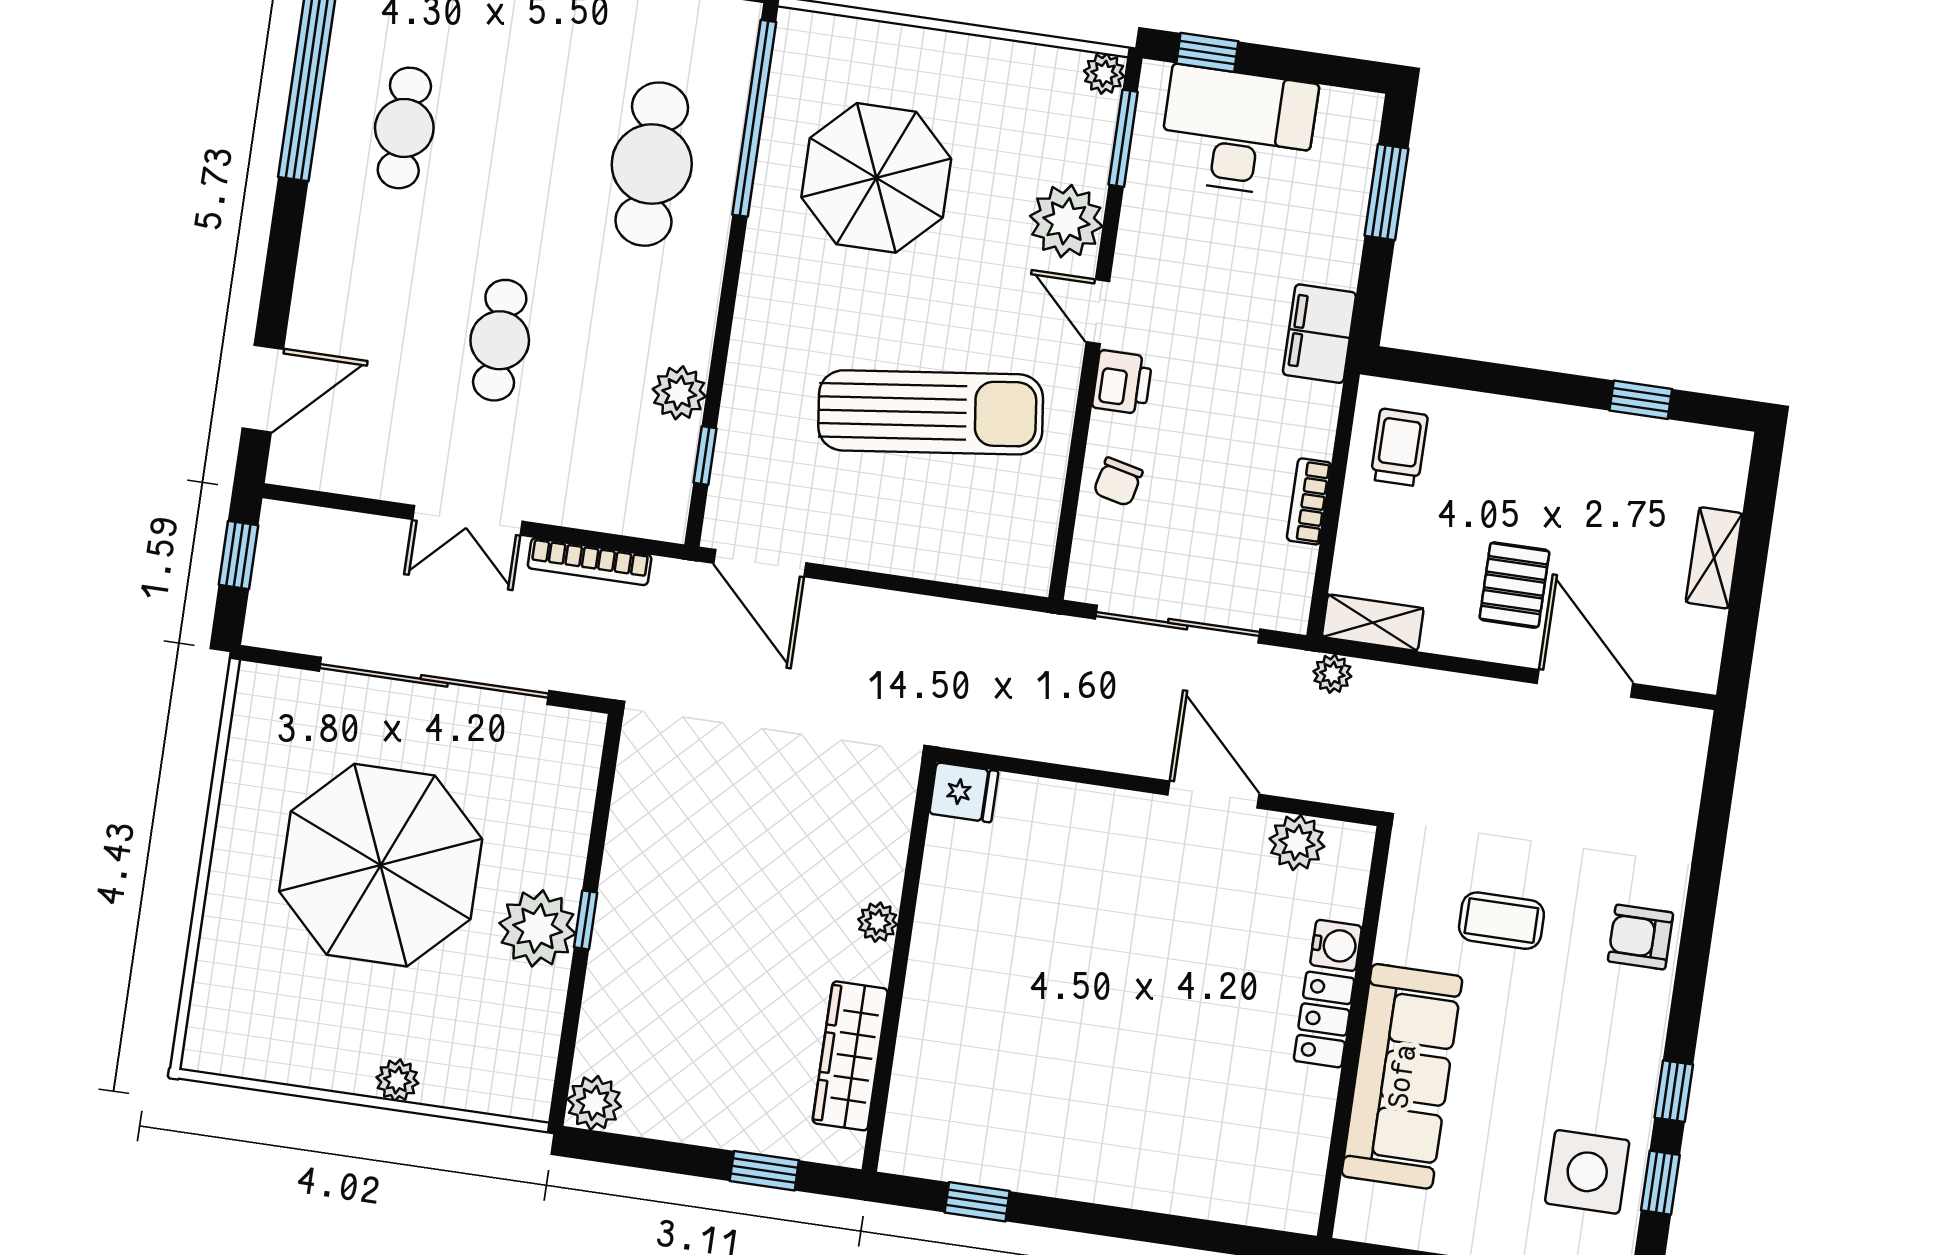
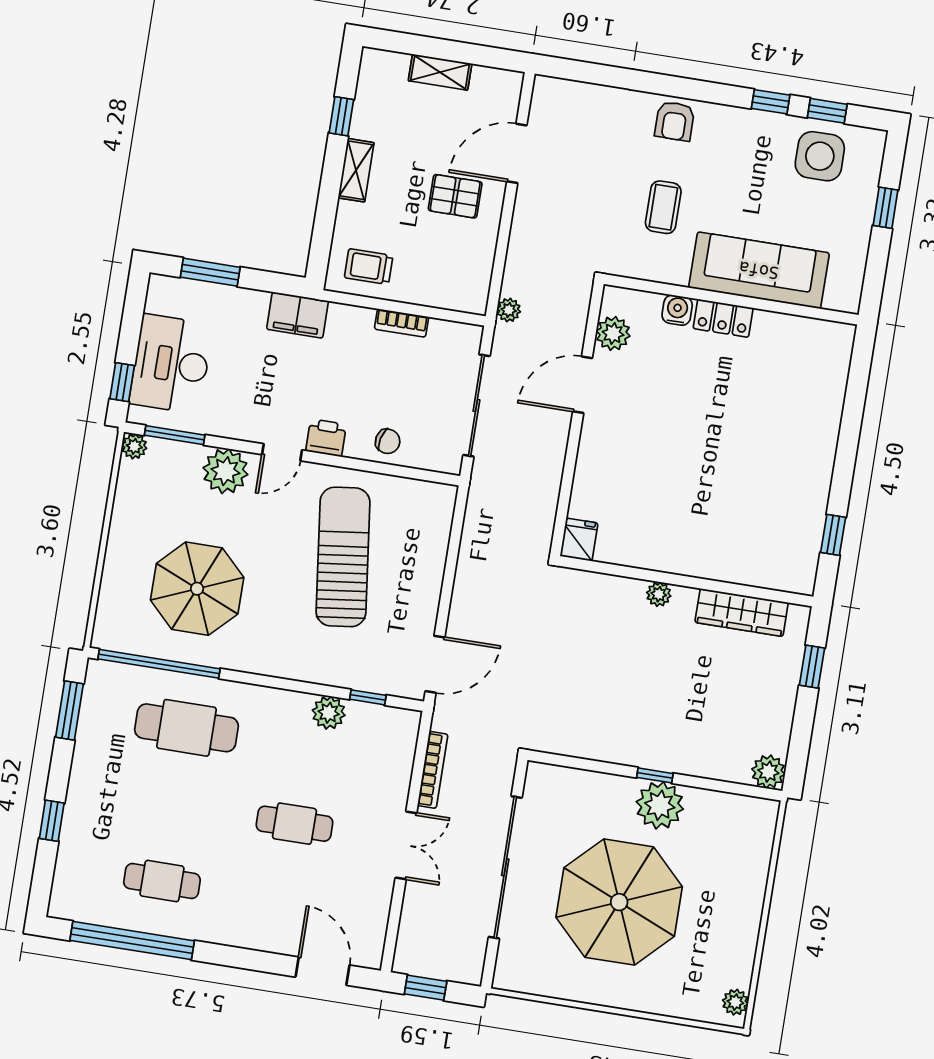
shelving: (1373, 623) -> (356, 170), moved
plant: (397, 1080) -> (735, 1002), moved

